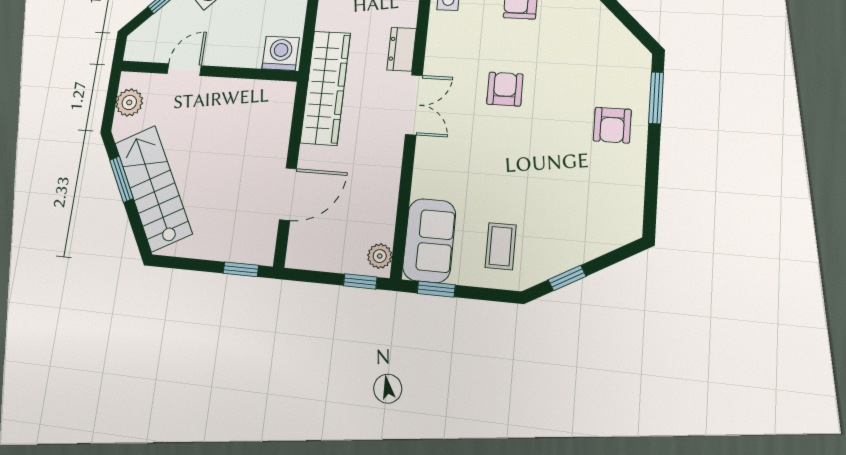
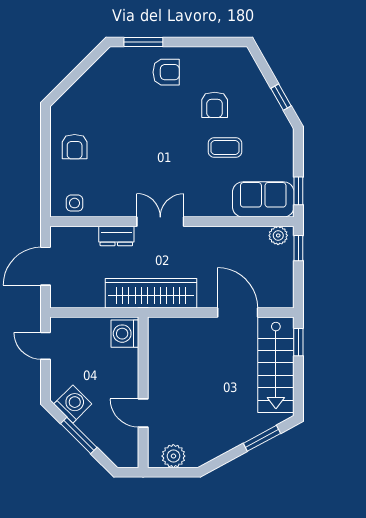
armchair: (505, 89) -> (215, 105), moved, turned -90
window: (121, 179) -> (262, 438), moved
stairs: (153, 188) -> (276, 365), moved, turned -62
coffee table: (501, 246) -> (225, 148), moved

